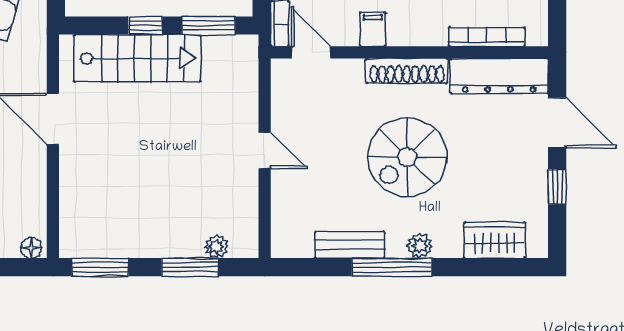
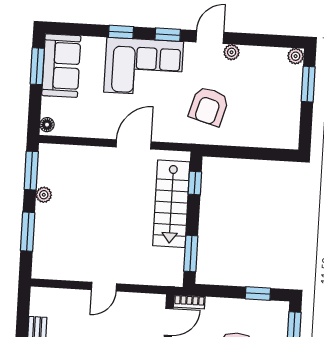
window: (145, 25) -> (195, 183), moved
plant: (216, 247) -> (44, 195), moved

